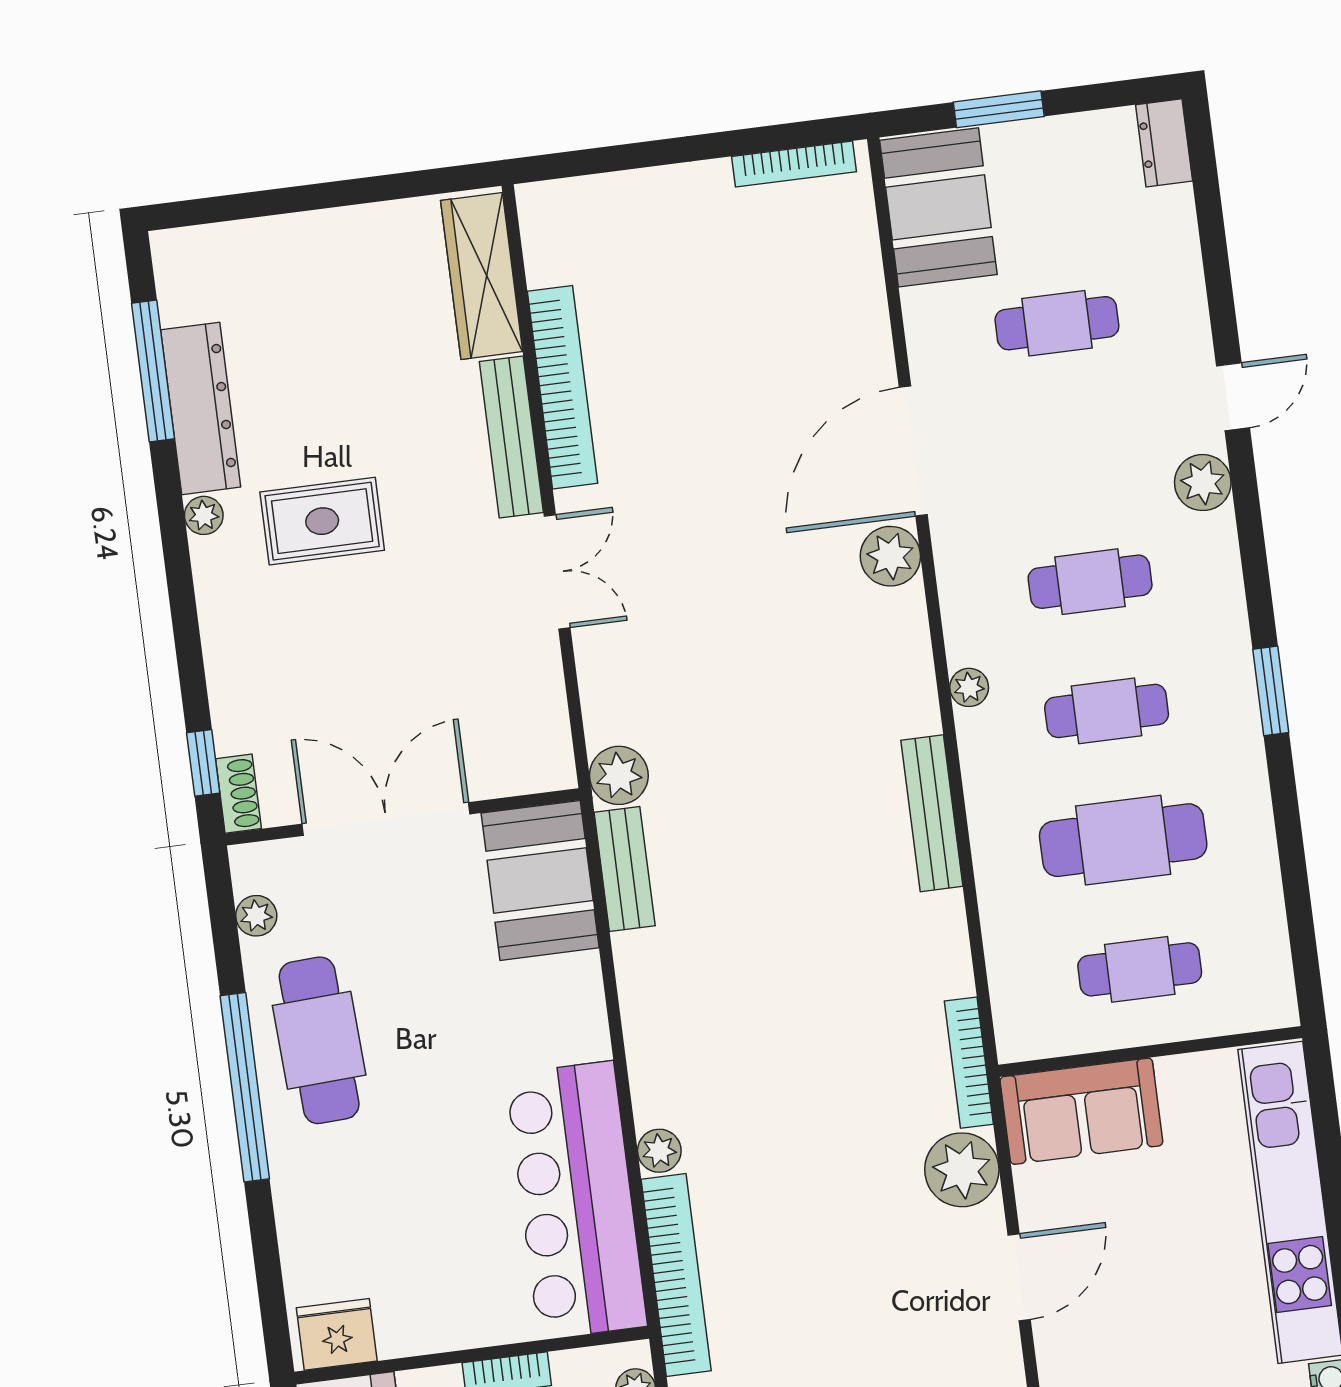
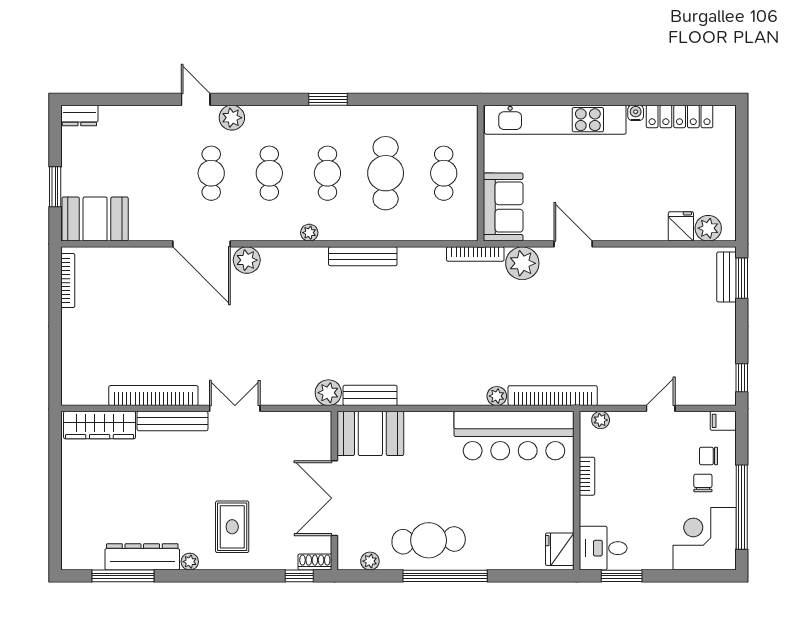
cafe table: (1057, 323) -> (211, 173), moved
rug: (322, 521) -> (232, 527), moved

